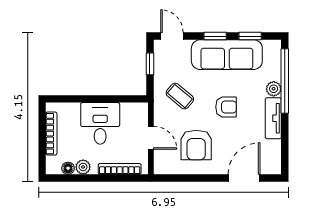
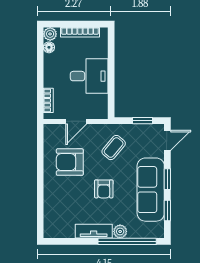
plant: (83, 167) -> (50, 34), moved
bookcase: (120, 169) -> (48, 100), width x0.64
door: (244, 178) -> (40, 205), removed

